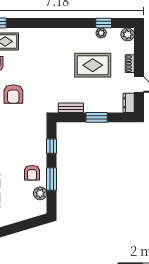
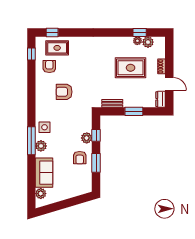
plant: (128, 35) -> (148, 42), moved
armchair: (13, 94) -> (64, 92), turned 90
plant: (40, 193) -> (87, 138), moved

